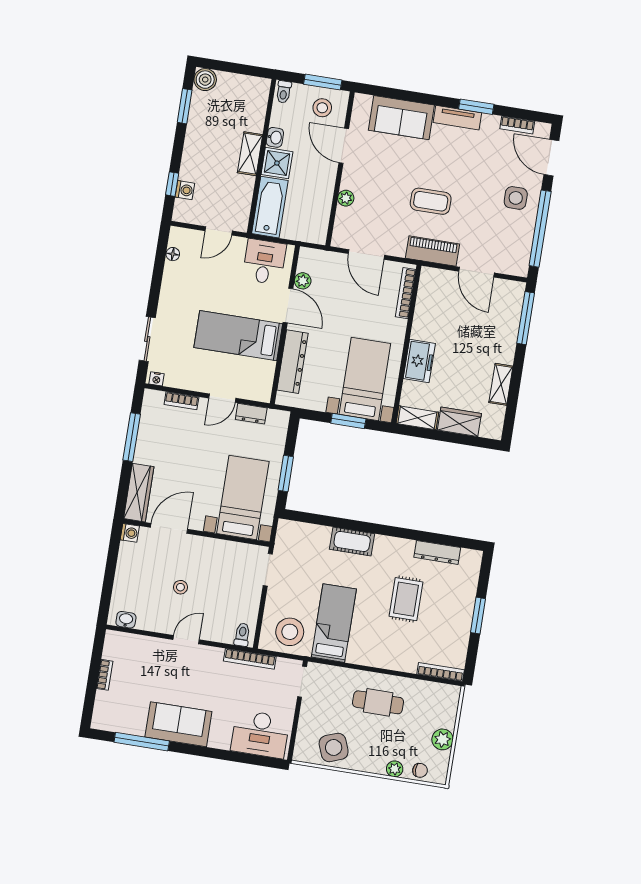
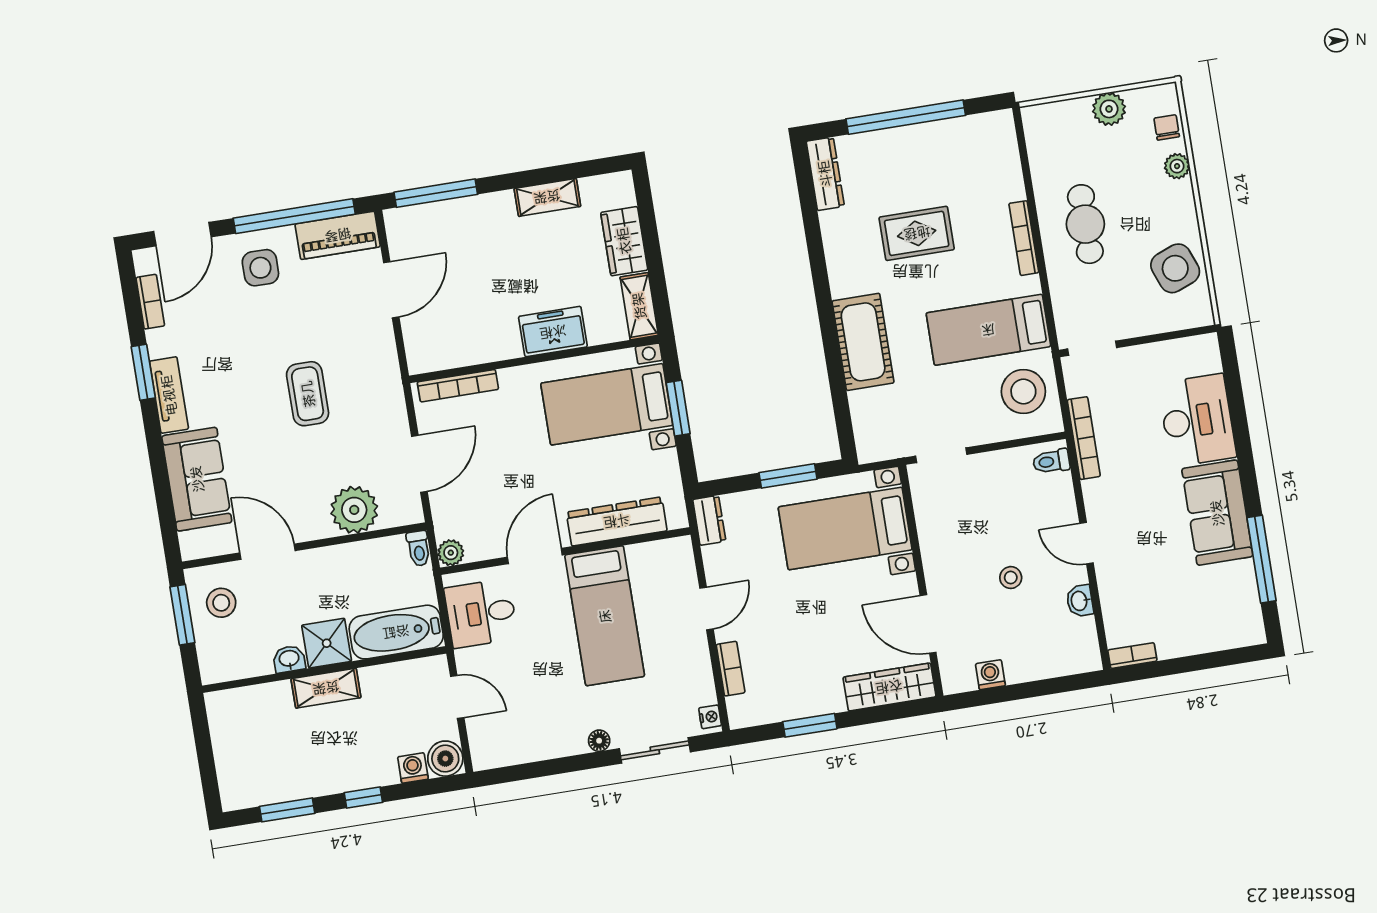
boiler: (205, 80) -> (445, 759), moved
toilet: (284, 92) -> (419, 548), moved, turned 90
door: (344, 146) -> (267, 552), swing flipped
window: (172, 184) -> (363, 798), moved
plant: (346, 198) -> (354, 510), width x1.87, depth x1.87
piano: (433, 251) -> (338, 235), moved, turned -90
floor lamp: (173, 254) -> (599, 741), moved
plant: (303, 281) -> (451, 553), moved
door: (222, 398) -> (706, 609), hinge flipped
dresser: (251, 414) -> (709, 520), moved
window: (132, 437) -> (810, 725), width x0.69
washing machine: (130, 533) -> (990, 675), moved
cot: (352, 541) -> (863, 342), width x1.37, depth x1.34
dresser: (437, 552) -> (825, 174), moved
window: (478, 616) -> (906, 117), width x2.11
washbasin: (126, 620) -> (1080, 601), moved
bookcase: (441, 672) -> (1024, 238), moved
bookcase: (105, 675) -> (1132, 656), moved
desk: (260, 734) -> (1197, 420), moved

